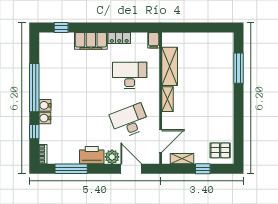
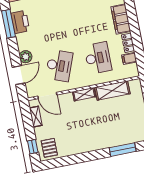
filing cabinet: (154, 40) -> (129, 58), moved
desk: (130, 121) -> (59, 66), turned 42
printer: (92, 155) -> (20, 22), moved
window: (203, 169) -> (33, 147), moved

